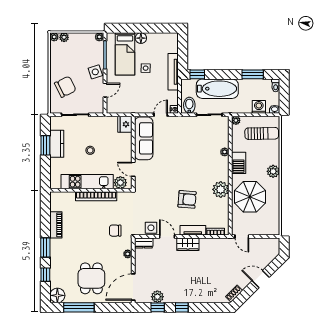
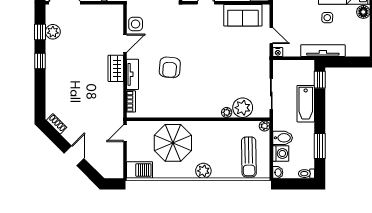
bathtub: (217, 89) -> (306, 104), width x0.73, depth x0.73
bidet: (189, 105) -> (283, 138), moved
sofa: (144, 138) -> (243, 15), width x0.73
barbecue: (239, 163) -> (140, 170), moved, turned 180
plant: (221, 189) -> (243, 108), moved
dresser: (144, 243) -> (117, 15), removed

